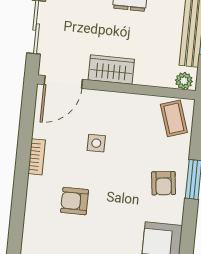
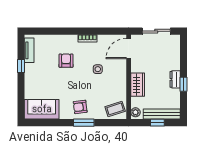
wardrobe: (111, 70) -> (138, 85), moved
door: (63, 82) -> (129, 48), hinge flipped

